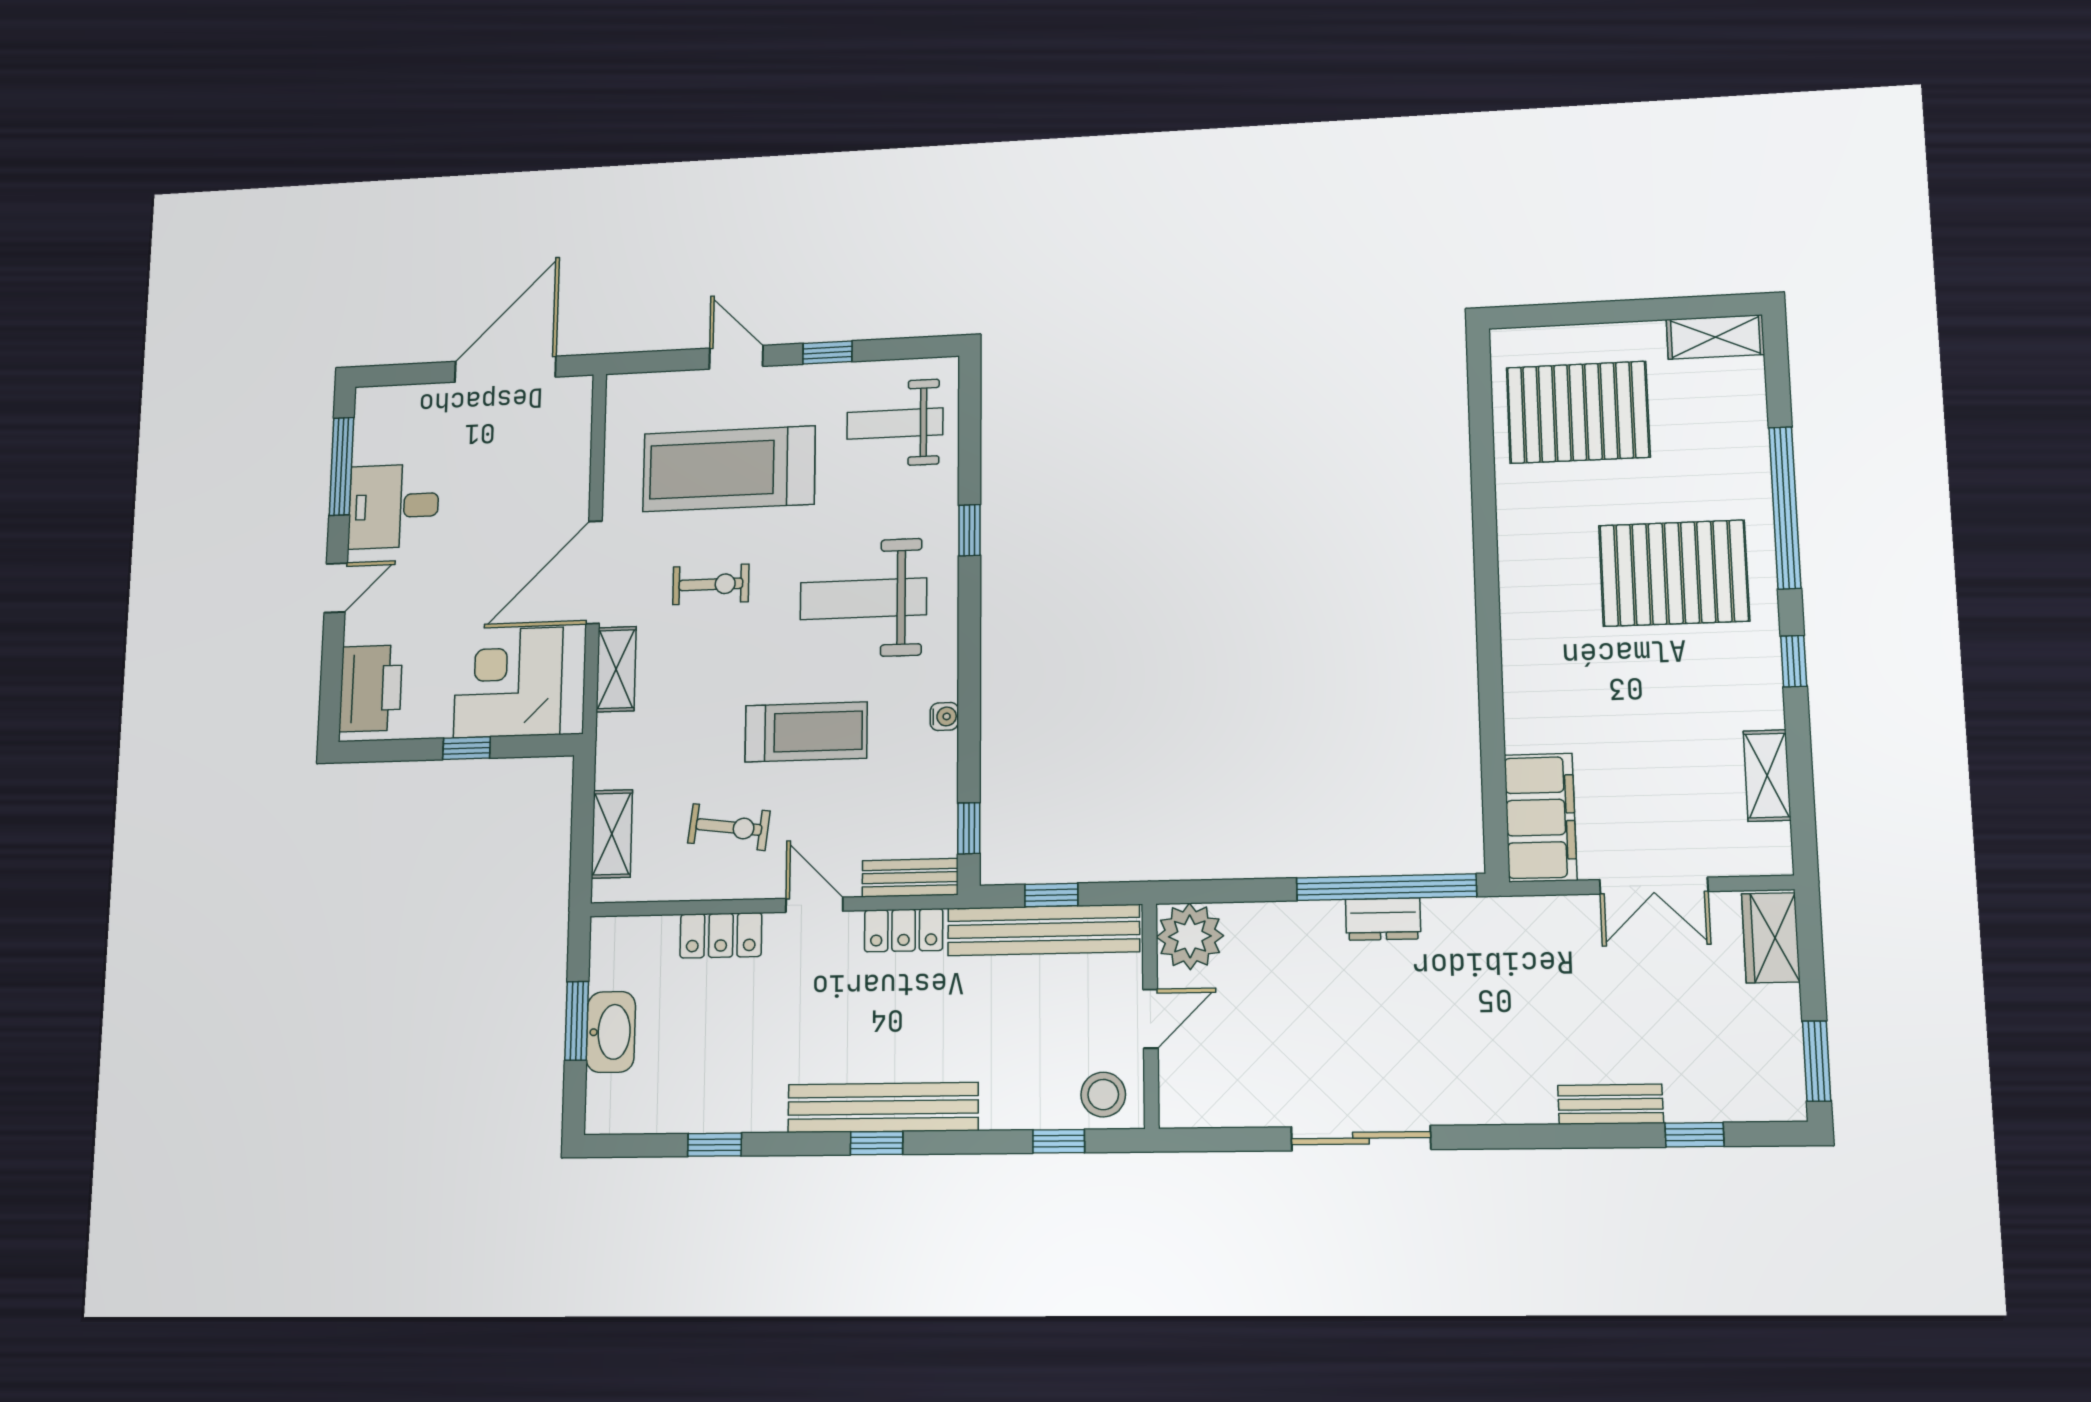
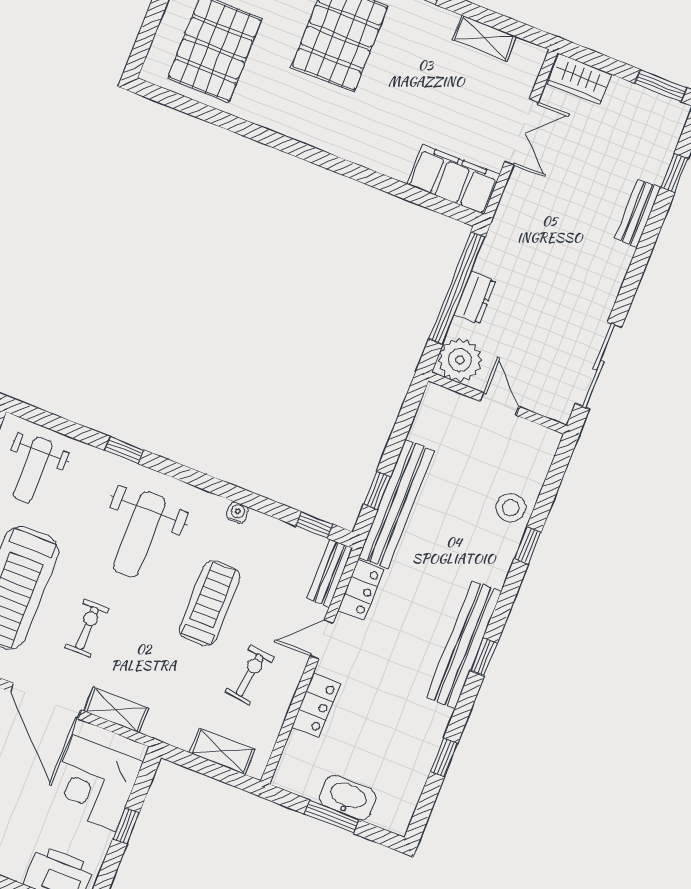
plant: (1190, 936) -> (460, 360), moved
wall: (1150, 1015) -> (498, 403), moved
door: (1151, 1019) -> (500, 404), moved

